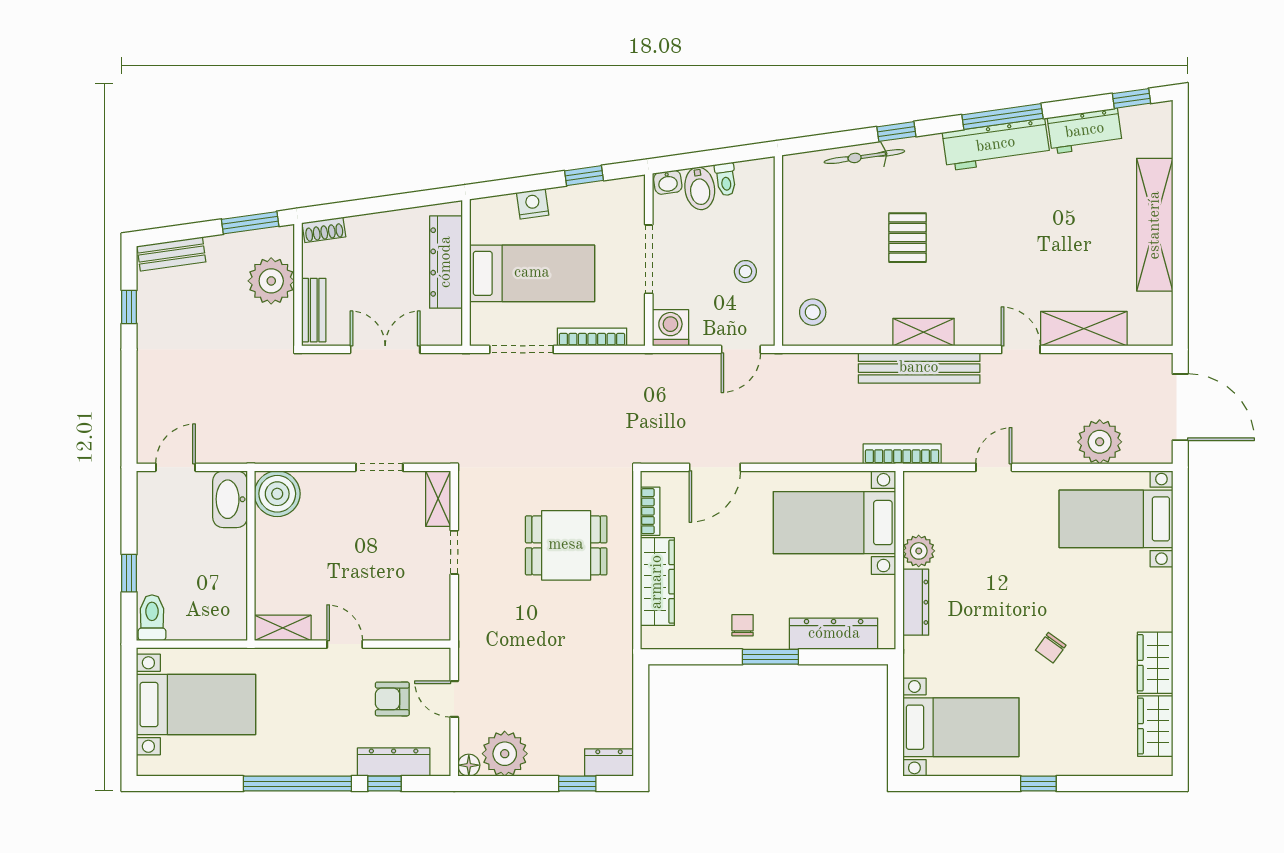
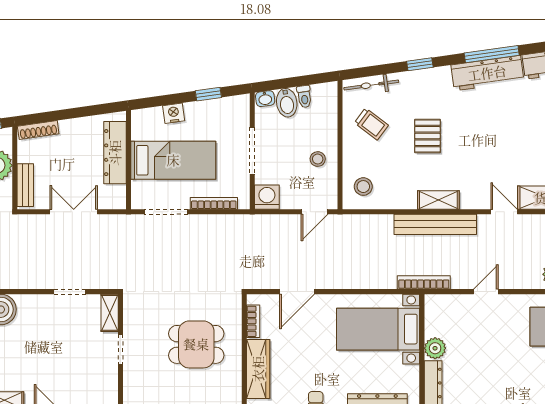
bicycle: (864, 157) -> (371, 85), moved
trolley: (825, 220) -> (371, 124), added
shoe rack: (324, 230) -> (38, 130), width x1.43

